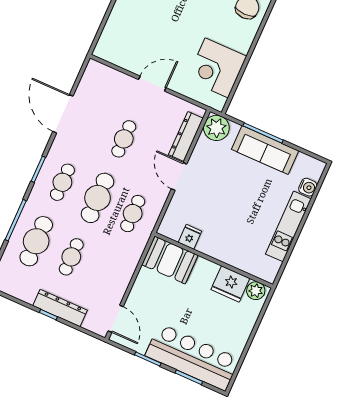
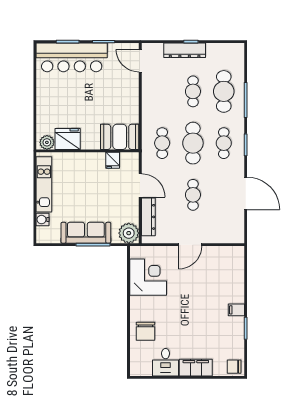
fridge: (190, 237) -> (113, 160), moved
booth: (170, 260) -> (120, 137), moved
wall: (214, 260) -> (88, 151), moved
fridge: (230, 284) -> (68, 139), moved
plant: (256, 291) -> (47, 142), moved

